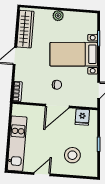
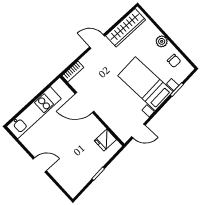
chair: (57, 85) -> (174, 61), moved
door: (57, 106) -> (85, 103), moved
stool: (72, 155) -> (69, 163), removed
door: (42, 174) -> (40, 165), moved

